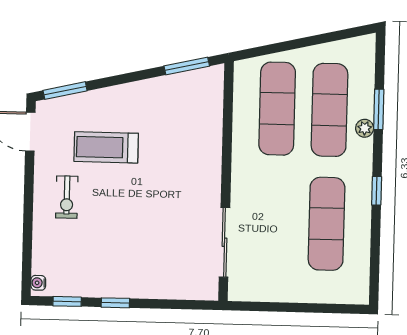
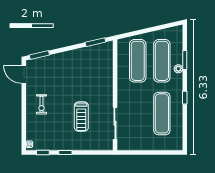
treadmill: (106, 147) -> (81, 116), moved, turned -90

